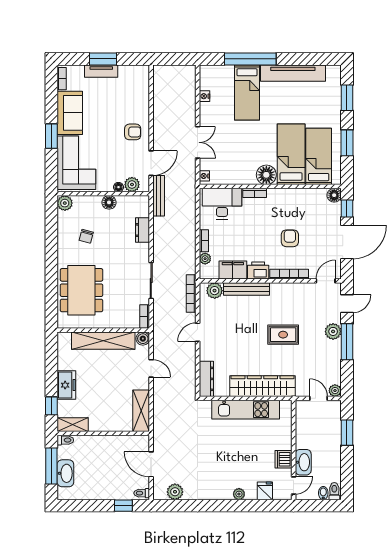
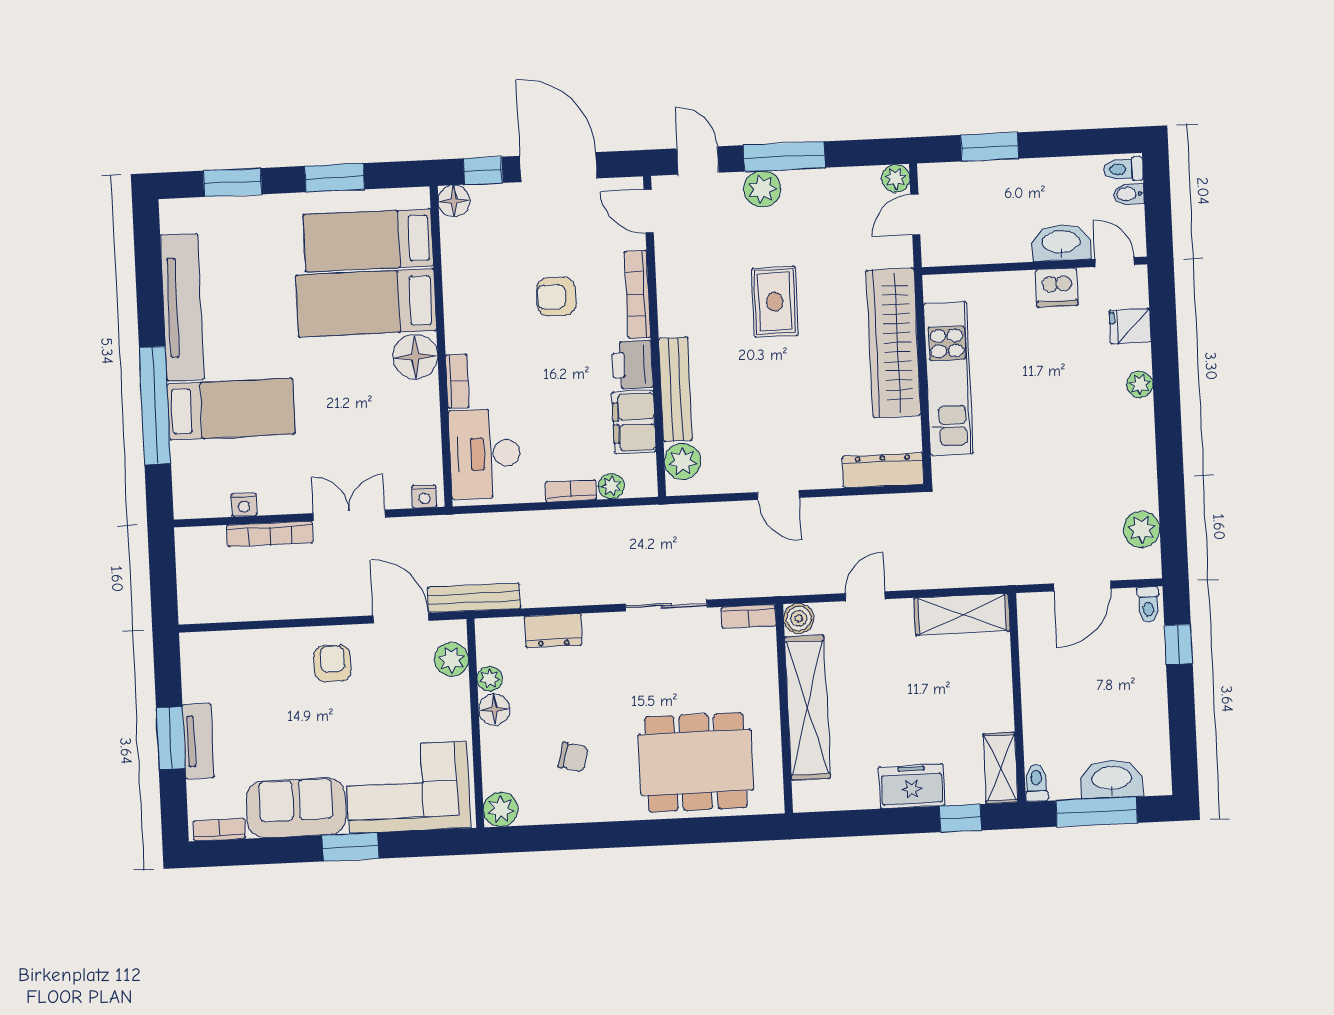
floor lamp: (118, 187) -> (459, 690), removed
plant: (123, 201) -> (490, 679), added
bookcase: (191, 294) -> (270, 534), moved

